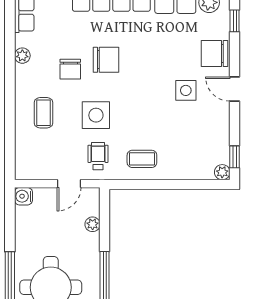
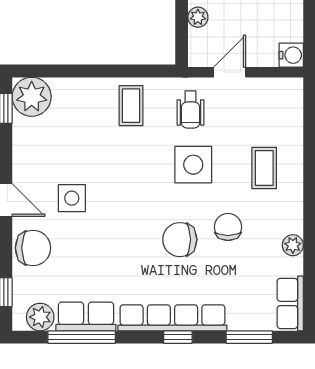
coffee table: (142, 159) -> (131, 106), turned 90
plant: (222, 172) -> (32, 97), width x1.88, depth x1.88

